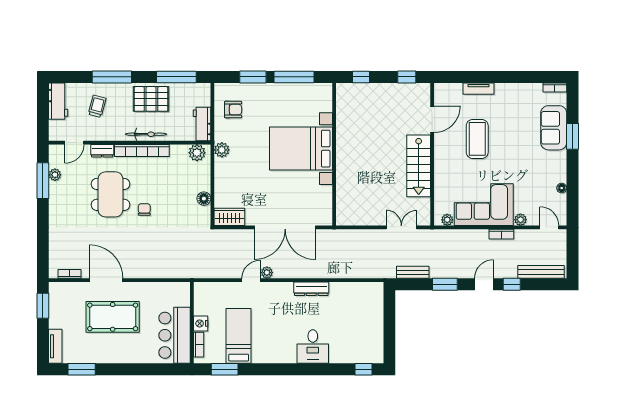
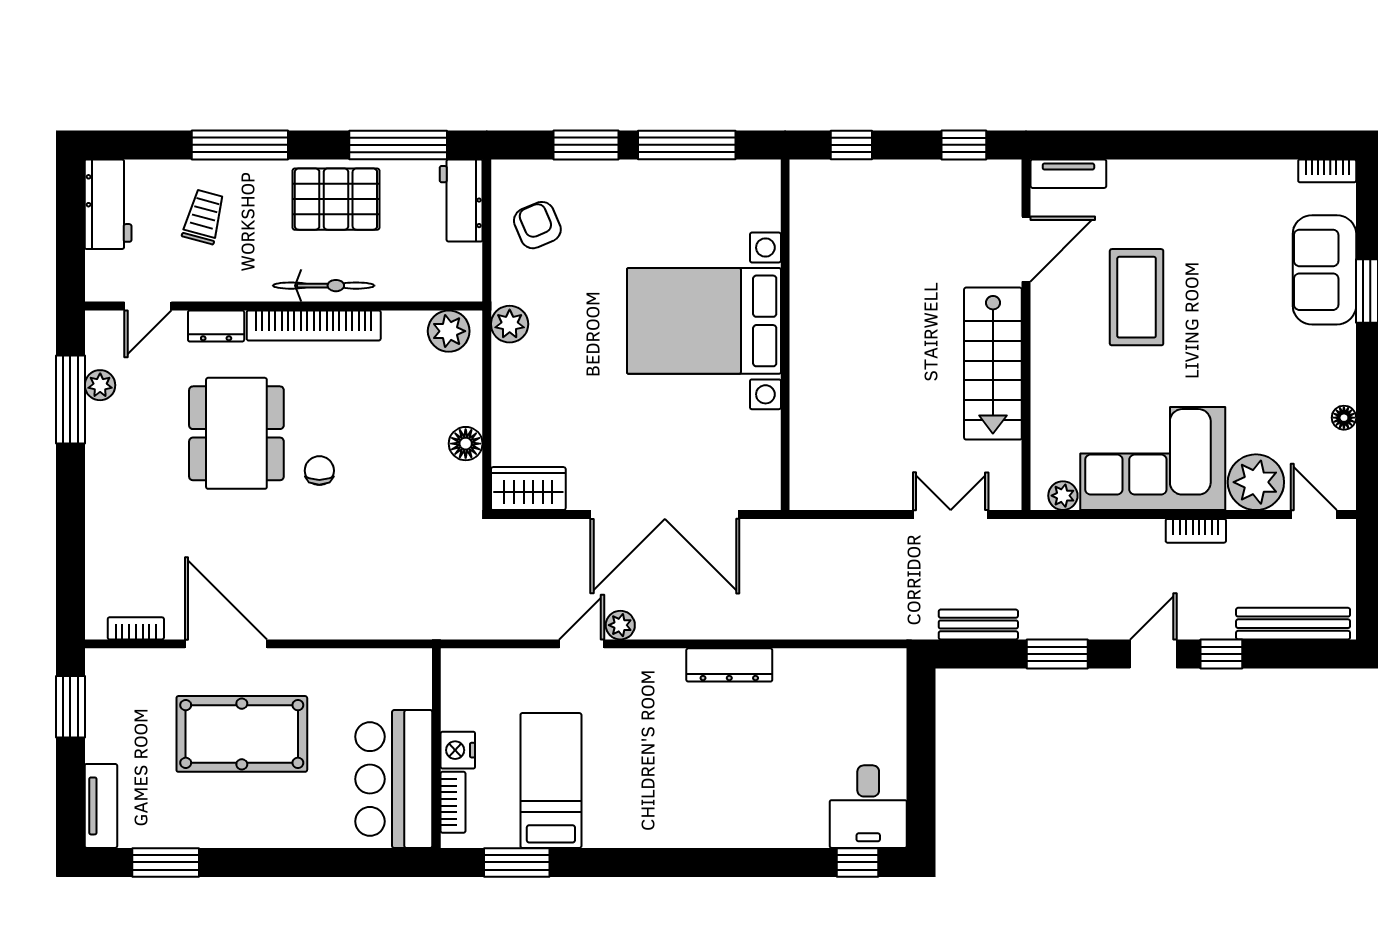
tv unit: (478, 89) -> (1068, 174), moved
armchair: (233, 110) -> (537, 225), turned -113
workbench: (202, 124) -> (461, 200), moved
plant: (520, 220) -> (1256, 482), width x1.87, depth x1.87
desk: (313, 346) -> (868, 807), moved

